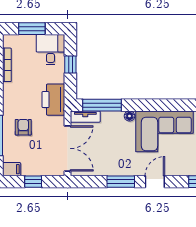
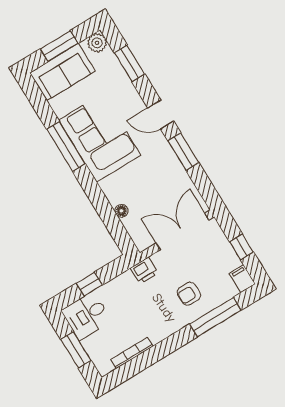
printer: (53, 100) -> (144, 271), width x0.53, depth x0.68
window: (102, 105) -> (66, 146), moved
floor lamp: (129, 116) -> (121, 211), moved
tv unit: (85, 117) -> (136, 233), removed

